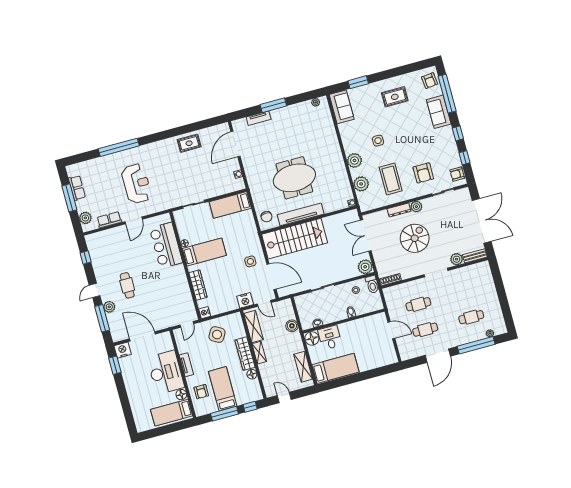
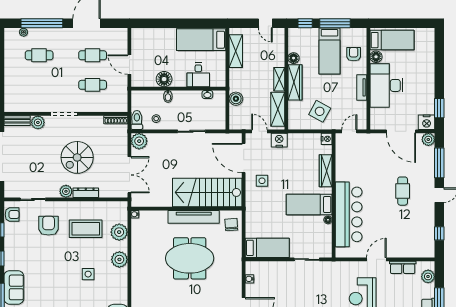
coffee table: (391, 179) -> (86, 229), turned 90
bar counter: (166, 245) -> (349, 214), width x1.36
plant: (109, 307) -> (428, 139), moved
floor lamp: (312, 338) -> (164, 79), moved

